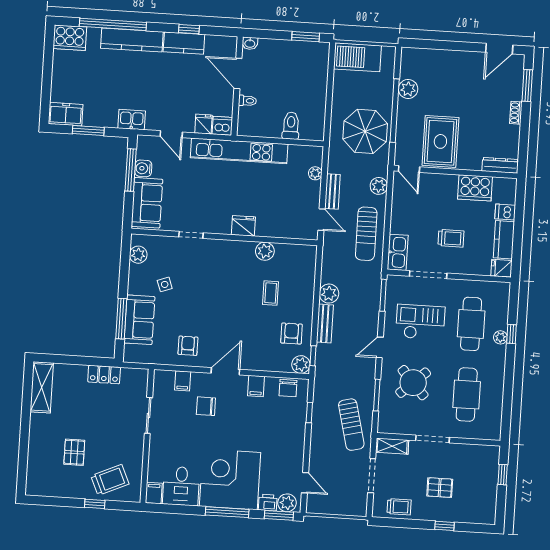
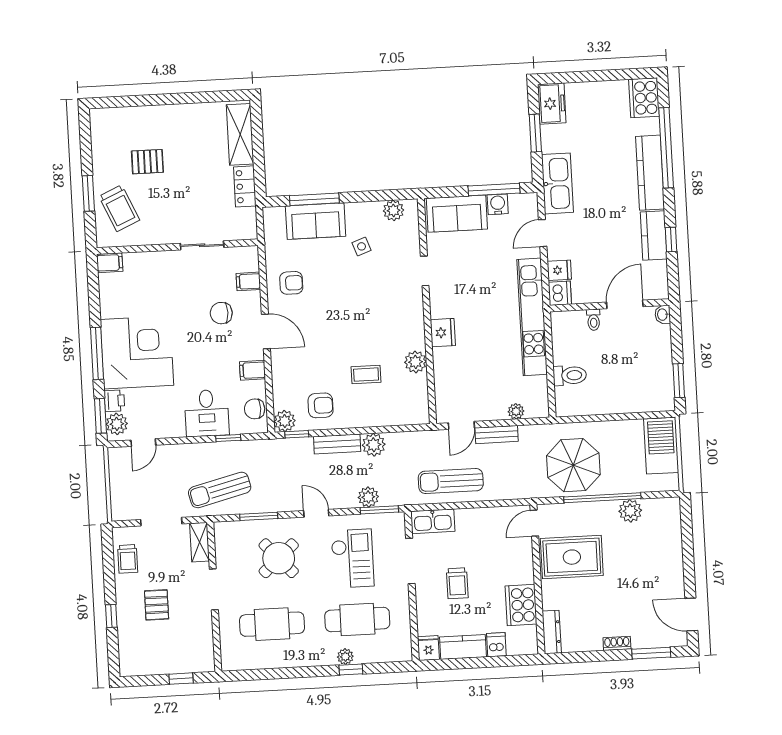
kitchen sink: (132, 120) -> (557, 183), width x1.88, depth x1.24
plant: (379, 186) -> (368, 497), moved
shelving: (42, 387) -> (240, 134), moved, turned 90
chair: (206, 406) -> (221, 313), turned -90
desk: (181, 486) -> (207, 413), moved, turned -90
window: (95, 504) -> (88, 193), width x1.50

